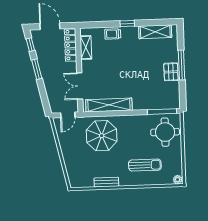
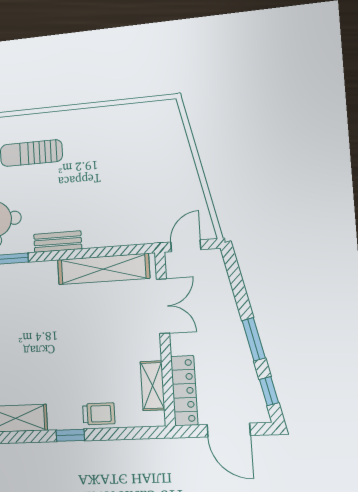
parasol: (102, 136) -> (116, 207), removed
bench: (106, 182) -> (58, 242), moved

